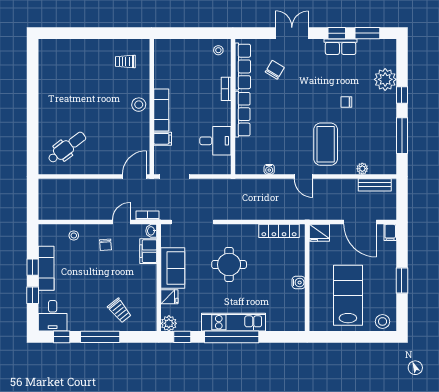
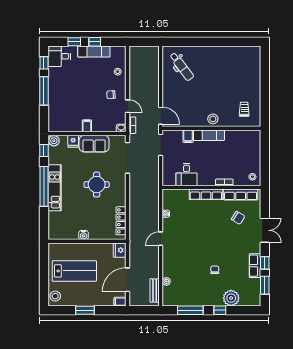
coffee table: (326, 144) -> (184, 255), removed
filing cabinet: (148, 251) -> (87, 126), moved, width x0.50
trolley: (120, 311) -> (63, 105), removed

